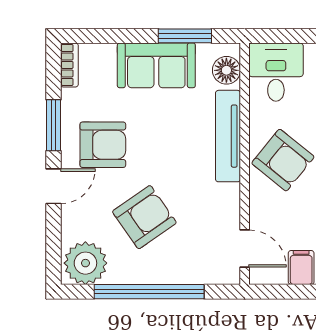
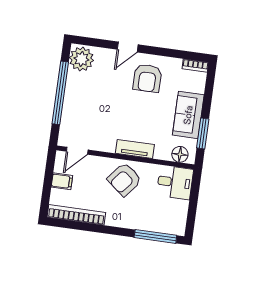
window: (54, 125) -> (162, 52), removed
tv unit: (228, 136) -> (135, 149), width x0.71
door: (54, 186) -> (128, 47), hinge flipped
armchair: (144, 217) -> (103, 96), removed

